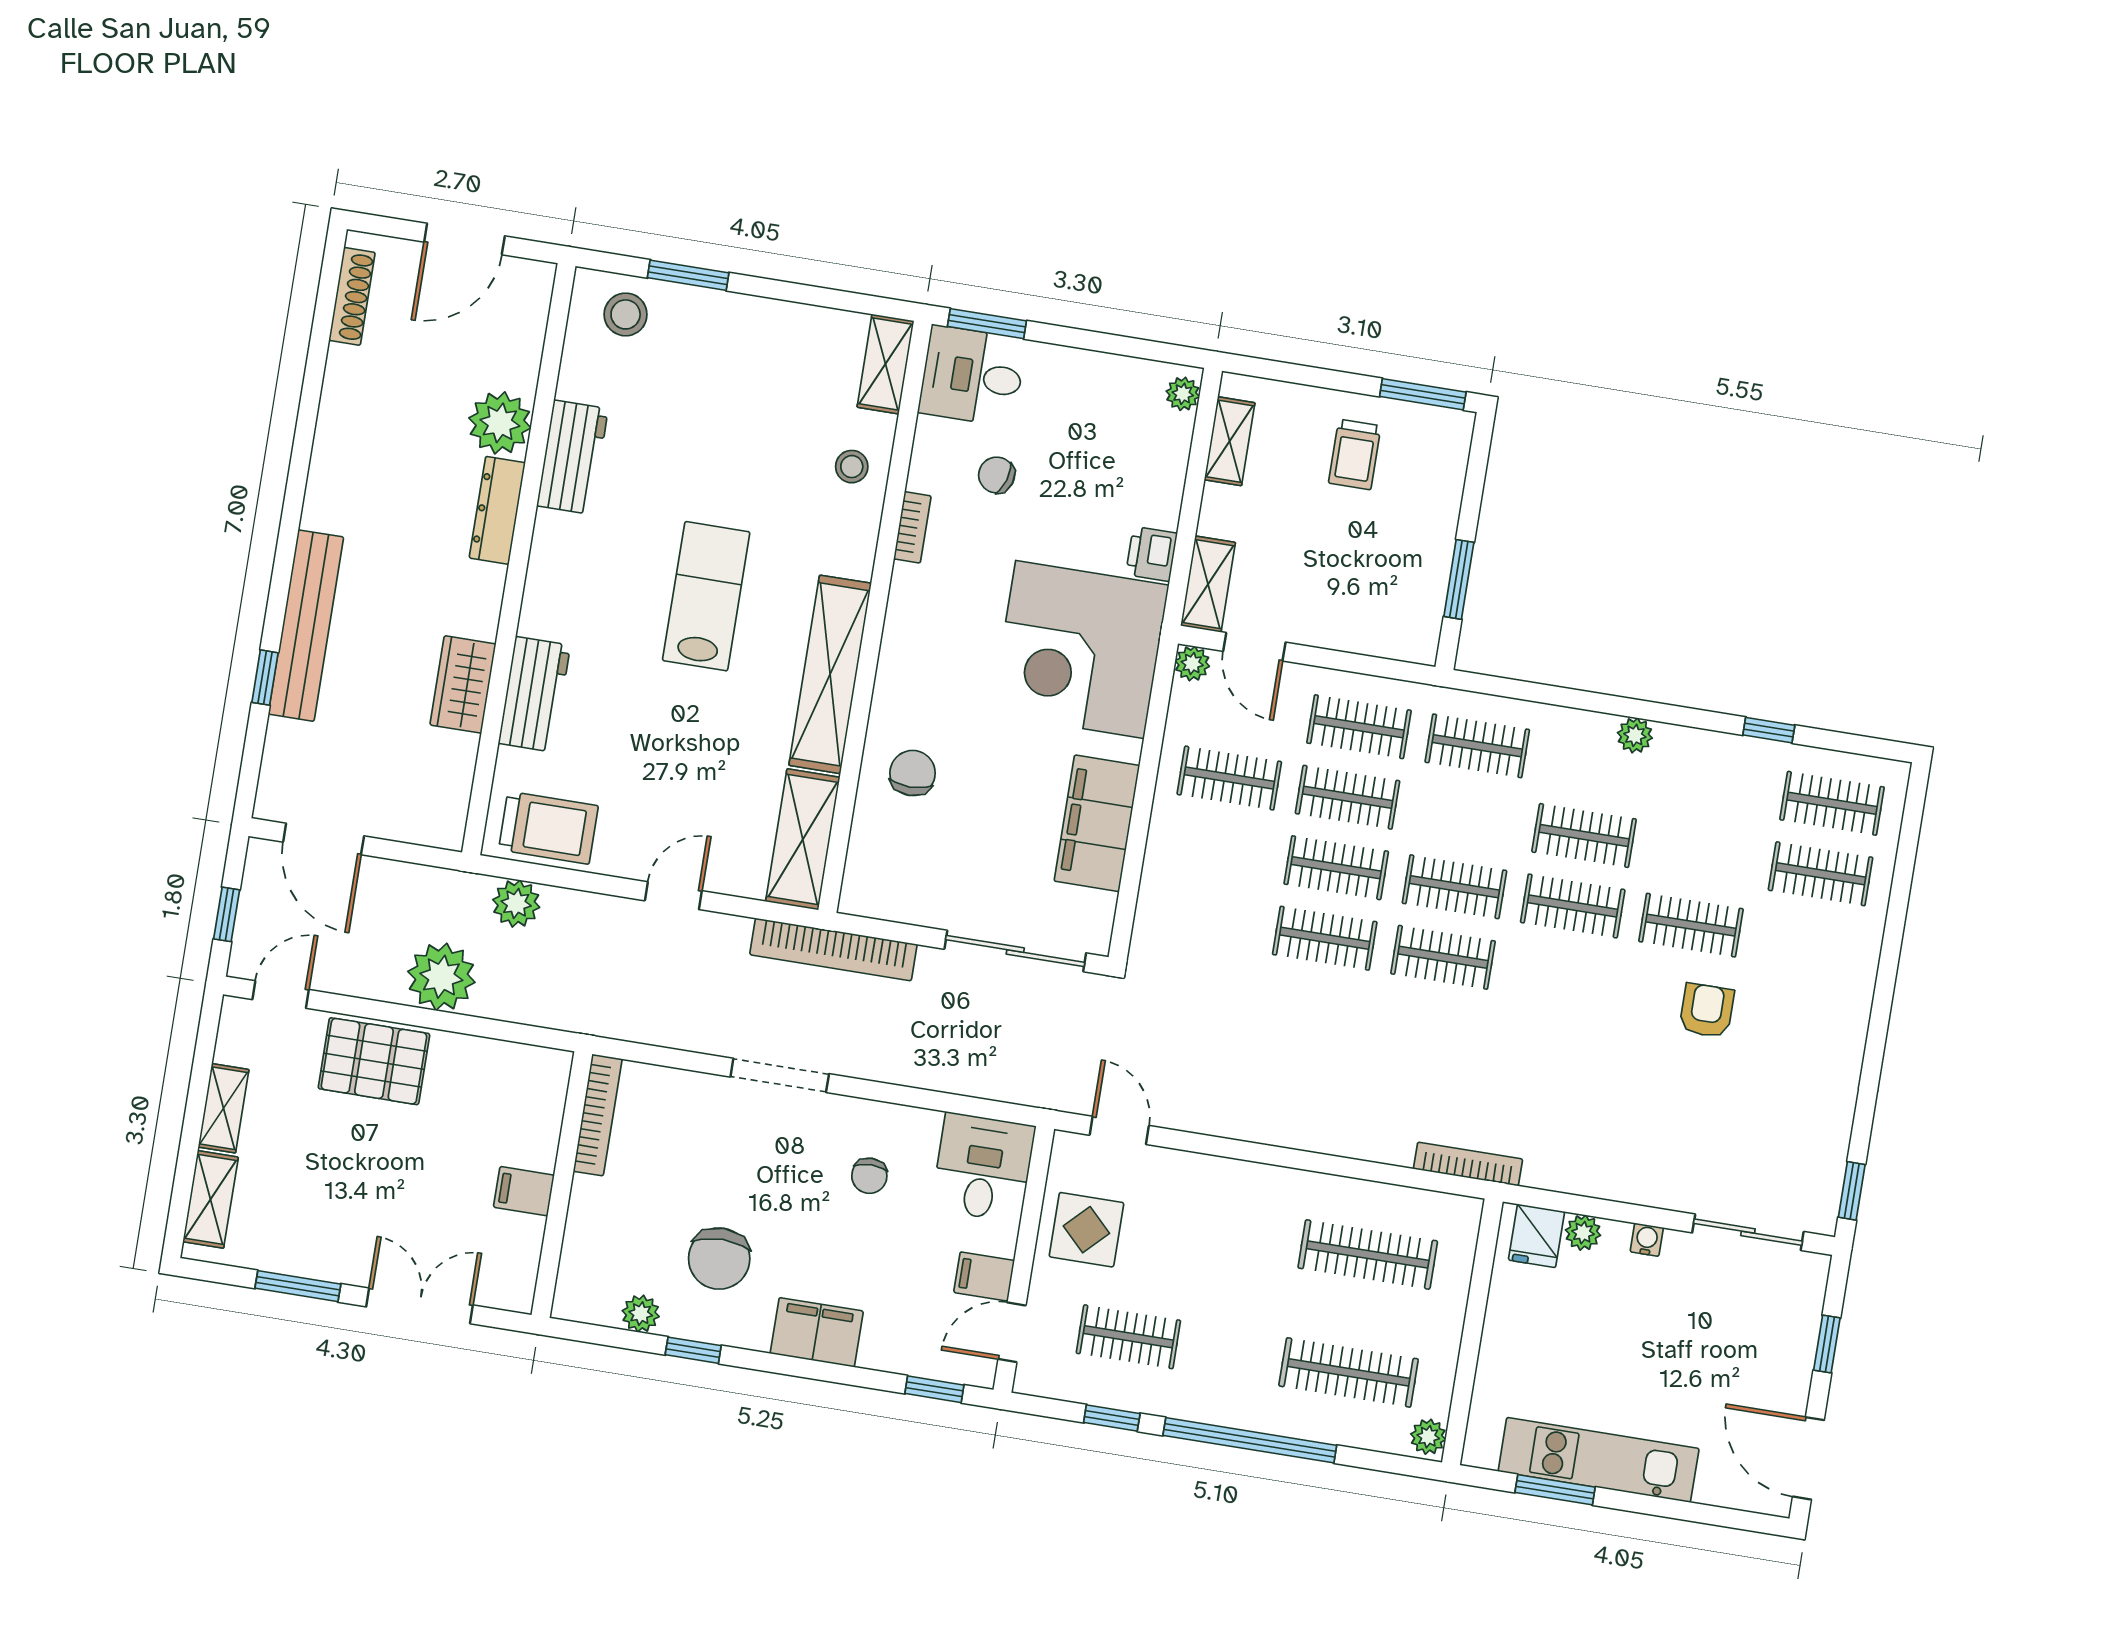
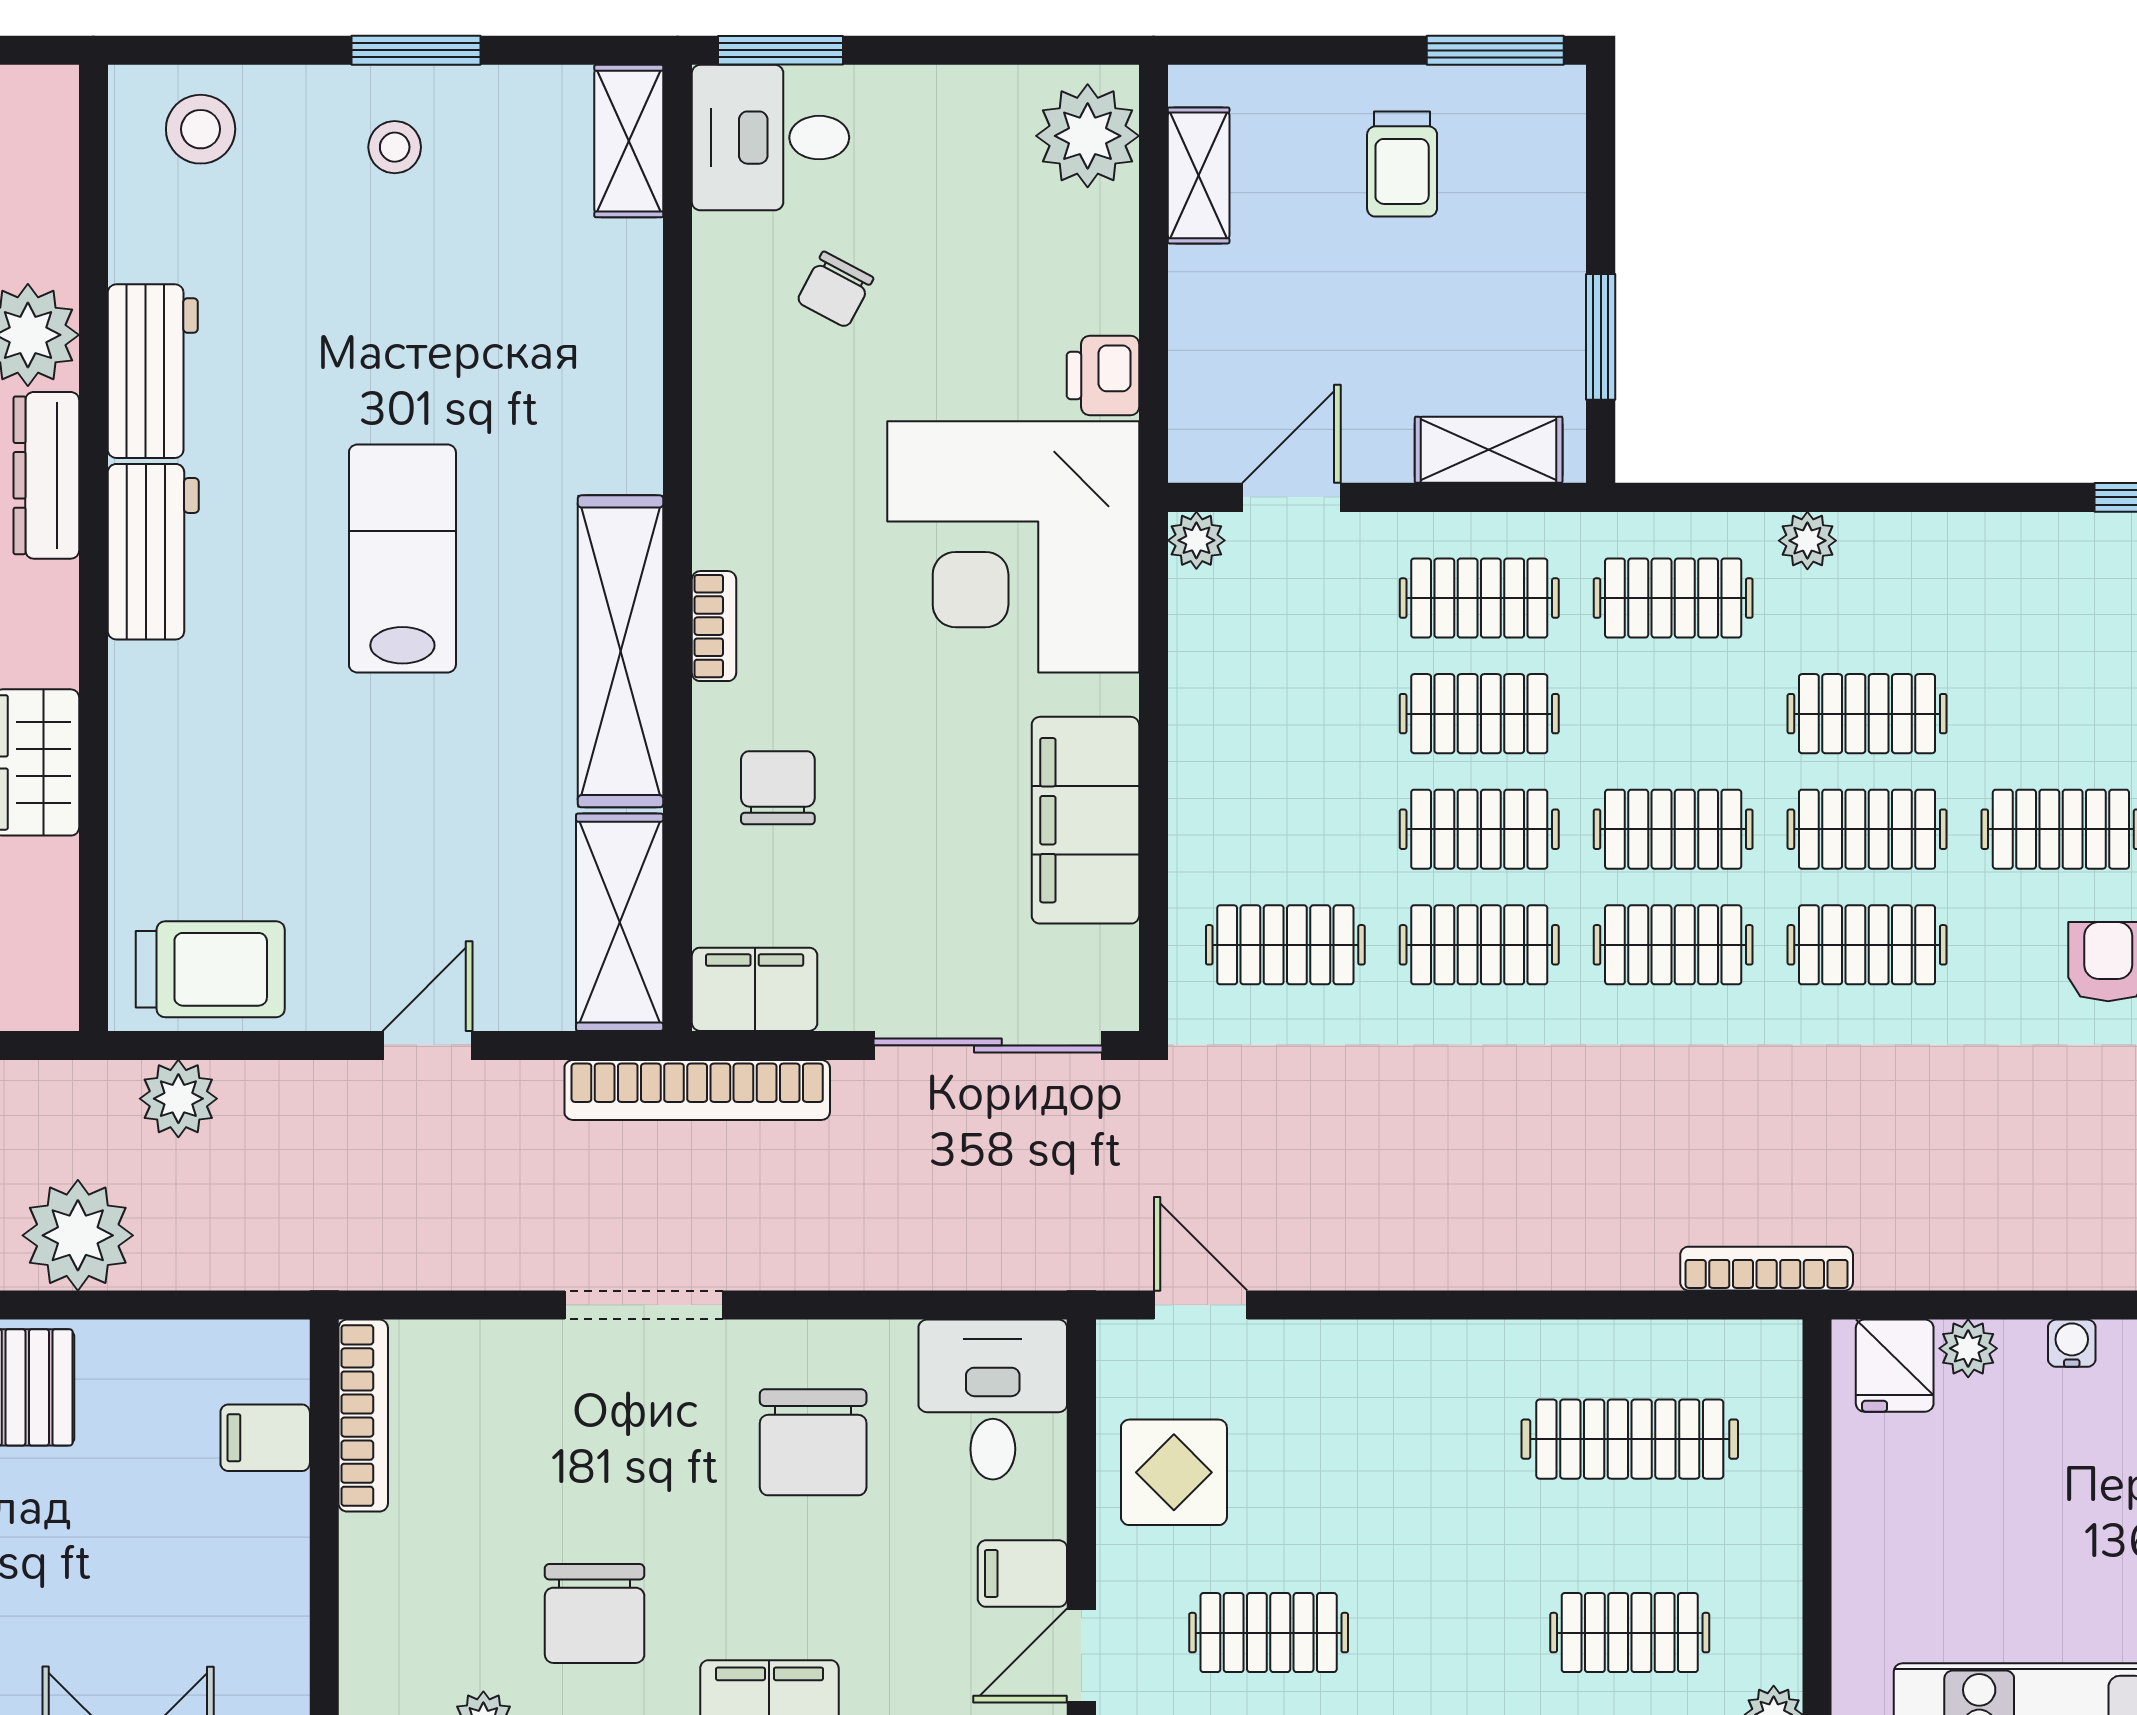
window: (688, 275) -> (416, 50), moved
plant: (1183, 394) -> (1088, 136), width x1.88, depth x1.88
stool: (852, 467) -> (395, 147), moved
chair: (997, 475) -> (835, 290), turned -79
bookcase: (912, 527) -> (714, 626), moved
shelving: (1208, 584) -> (1489, 450), moved, turned 90
door: (1254, 647) -> (1291, 497), swing flipped
workbench: (534, 694) -> (153, 552), moved
plant: (1635, 735) -> (1807, 541), moved
clothes rail: (1229, 778) -> (1285, 945), moved
filing cabinet: (878, 894) -> (755, 989), added
clothes rail: (1561, 976) -> (1867, 945), added
chair: (869, 1176) -> (813, 1442), width x1.87, depth x1.87
filing cabinet: (524, 1191) -> (265, 1438), moved
clothes rail: (1349, 1372) -> (1630, 1633), width x0.73

